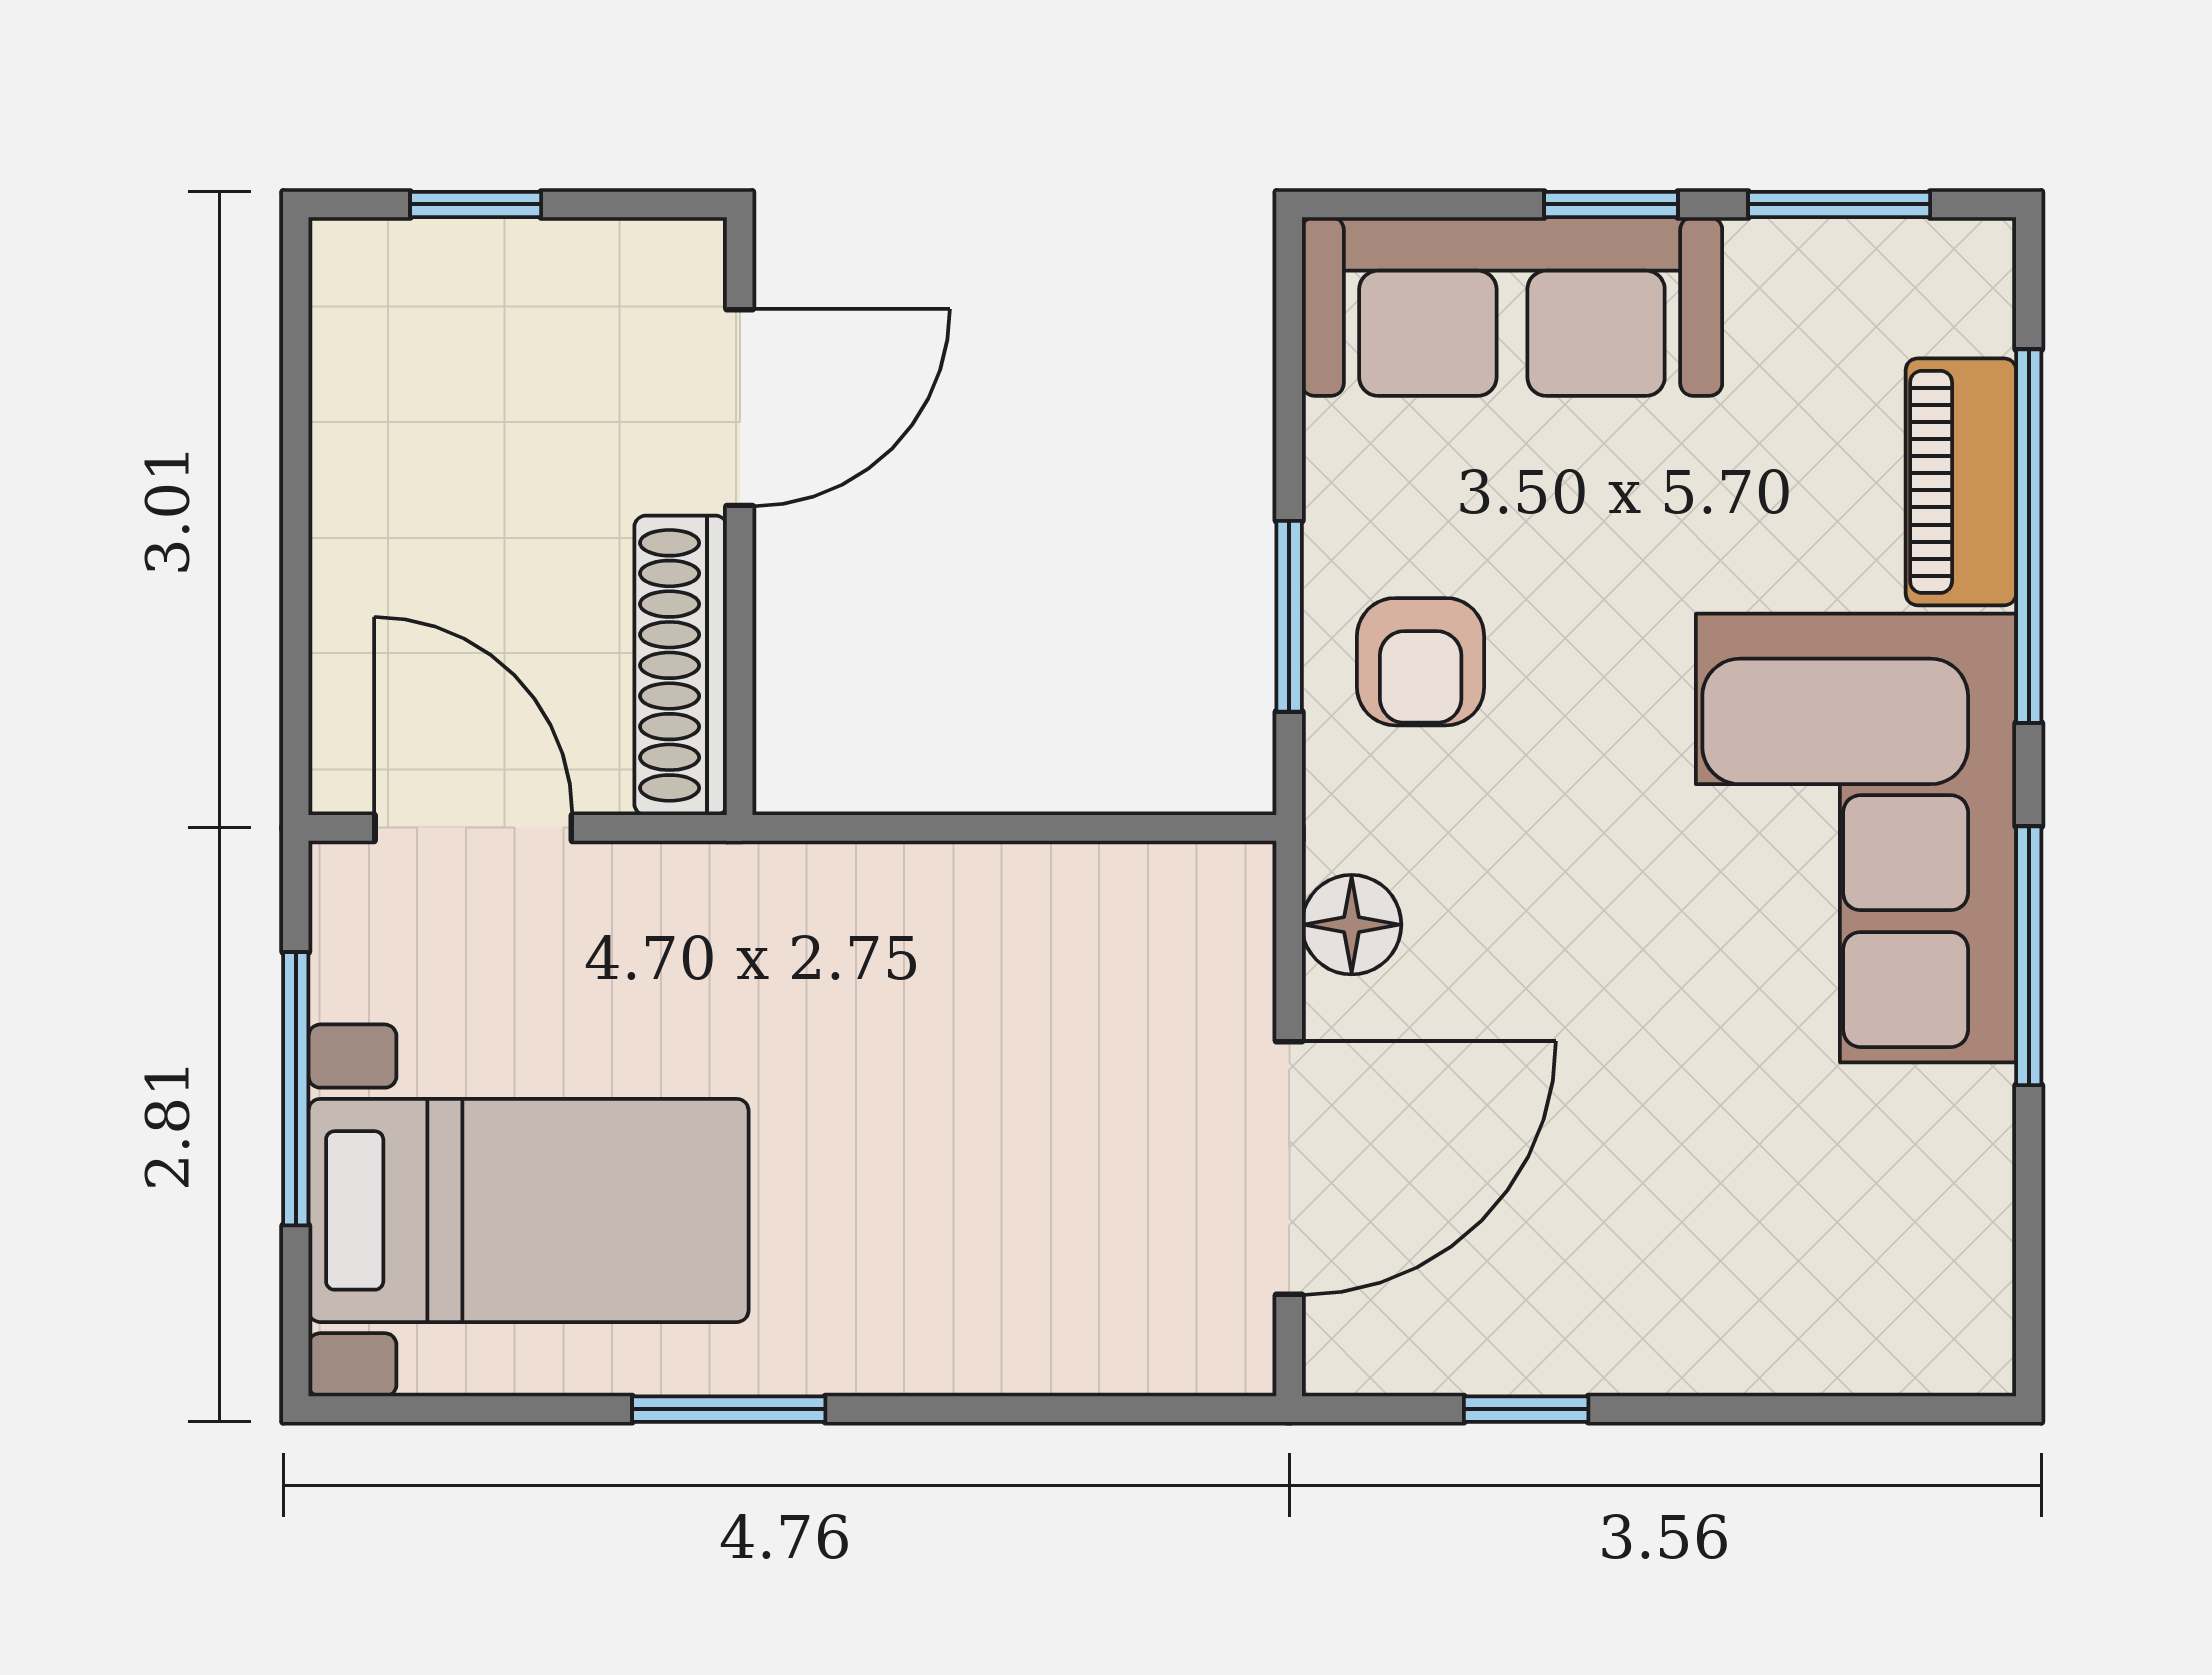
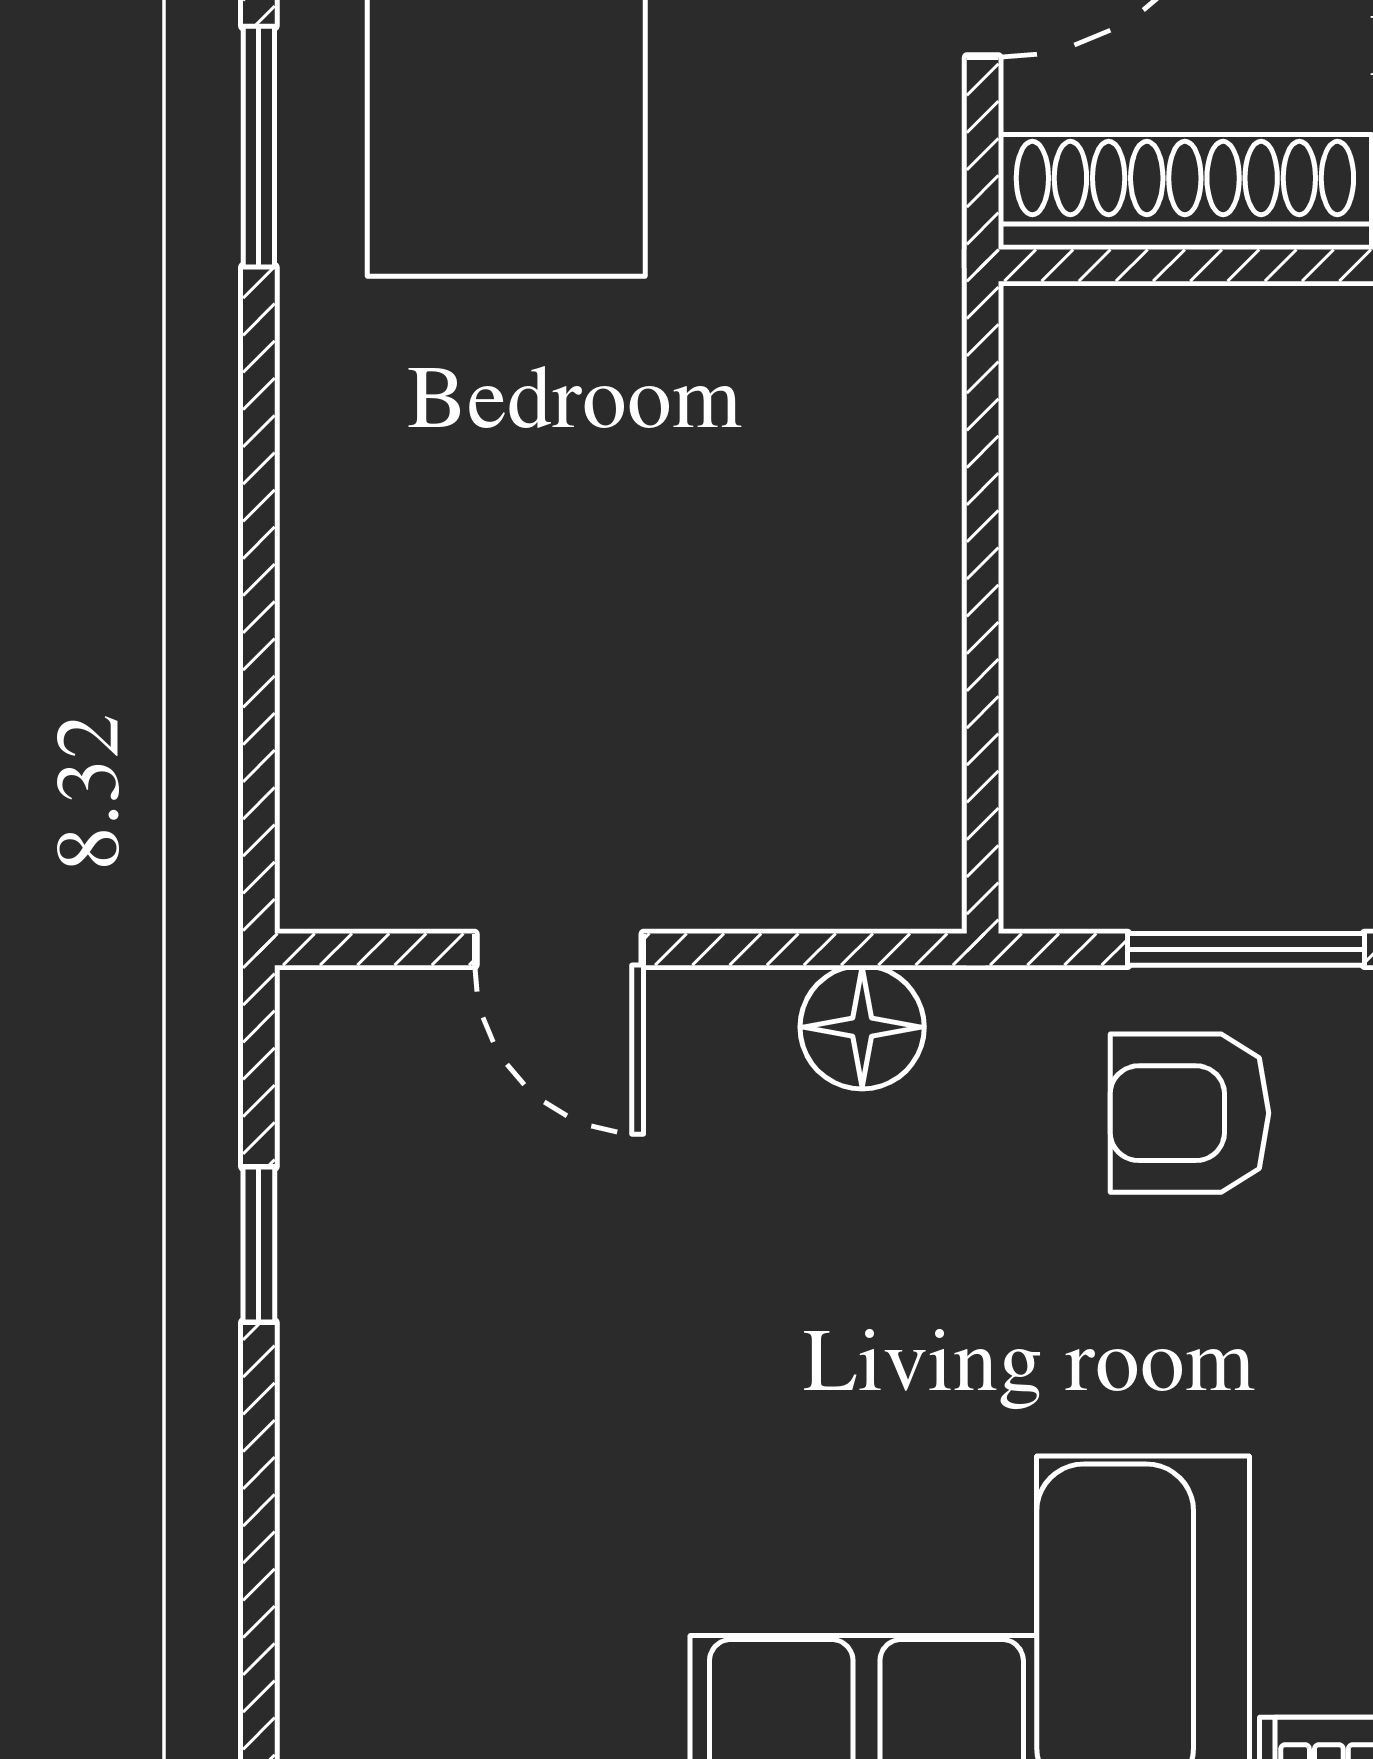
door: (1289, 1168) -> (559, 949), width x0.53
window: (729, 1409) -> (259, 147), moved

